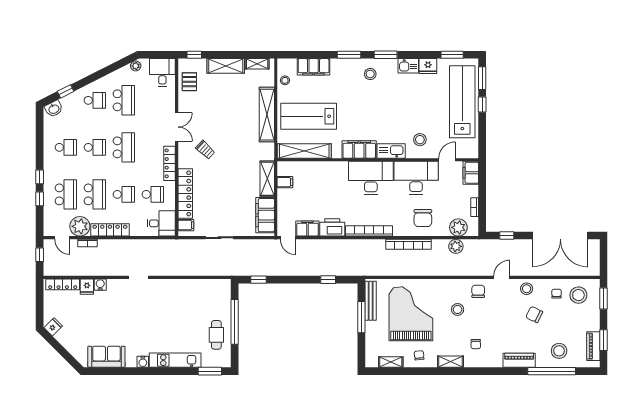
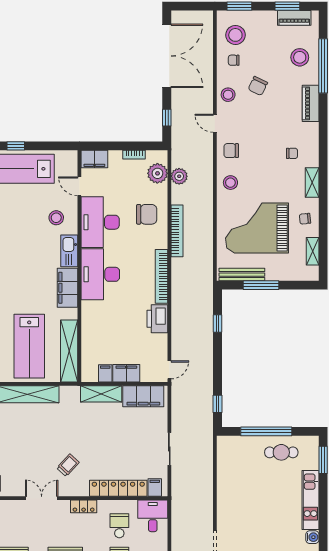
locker: (170, 163) -> (84, 506), width x0.66
filing cabinet: (307, 229) -> (126, 373), moved, turned 90
stool: (458, 309) -> (230, 183), moved

